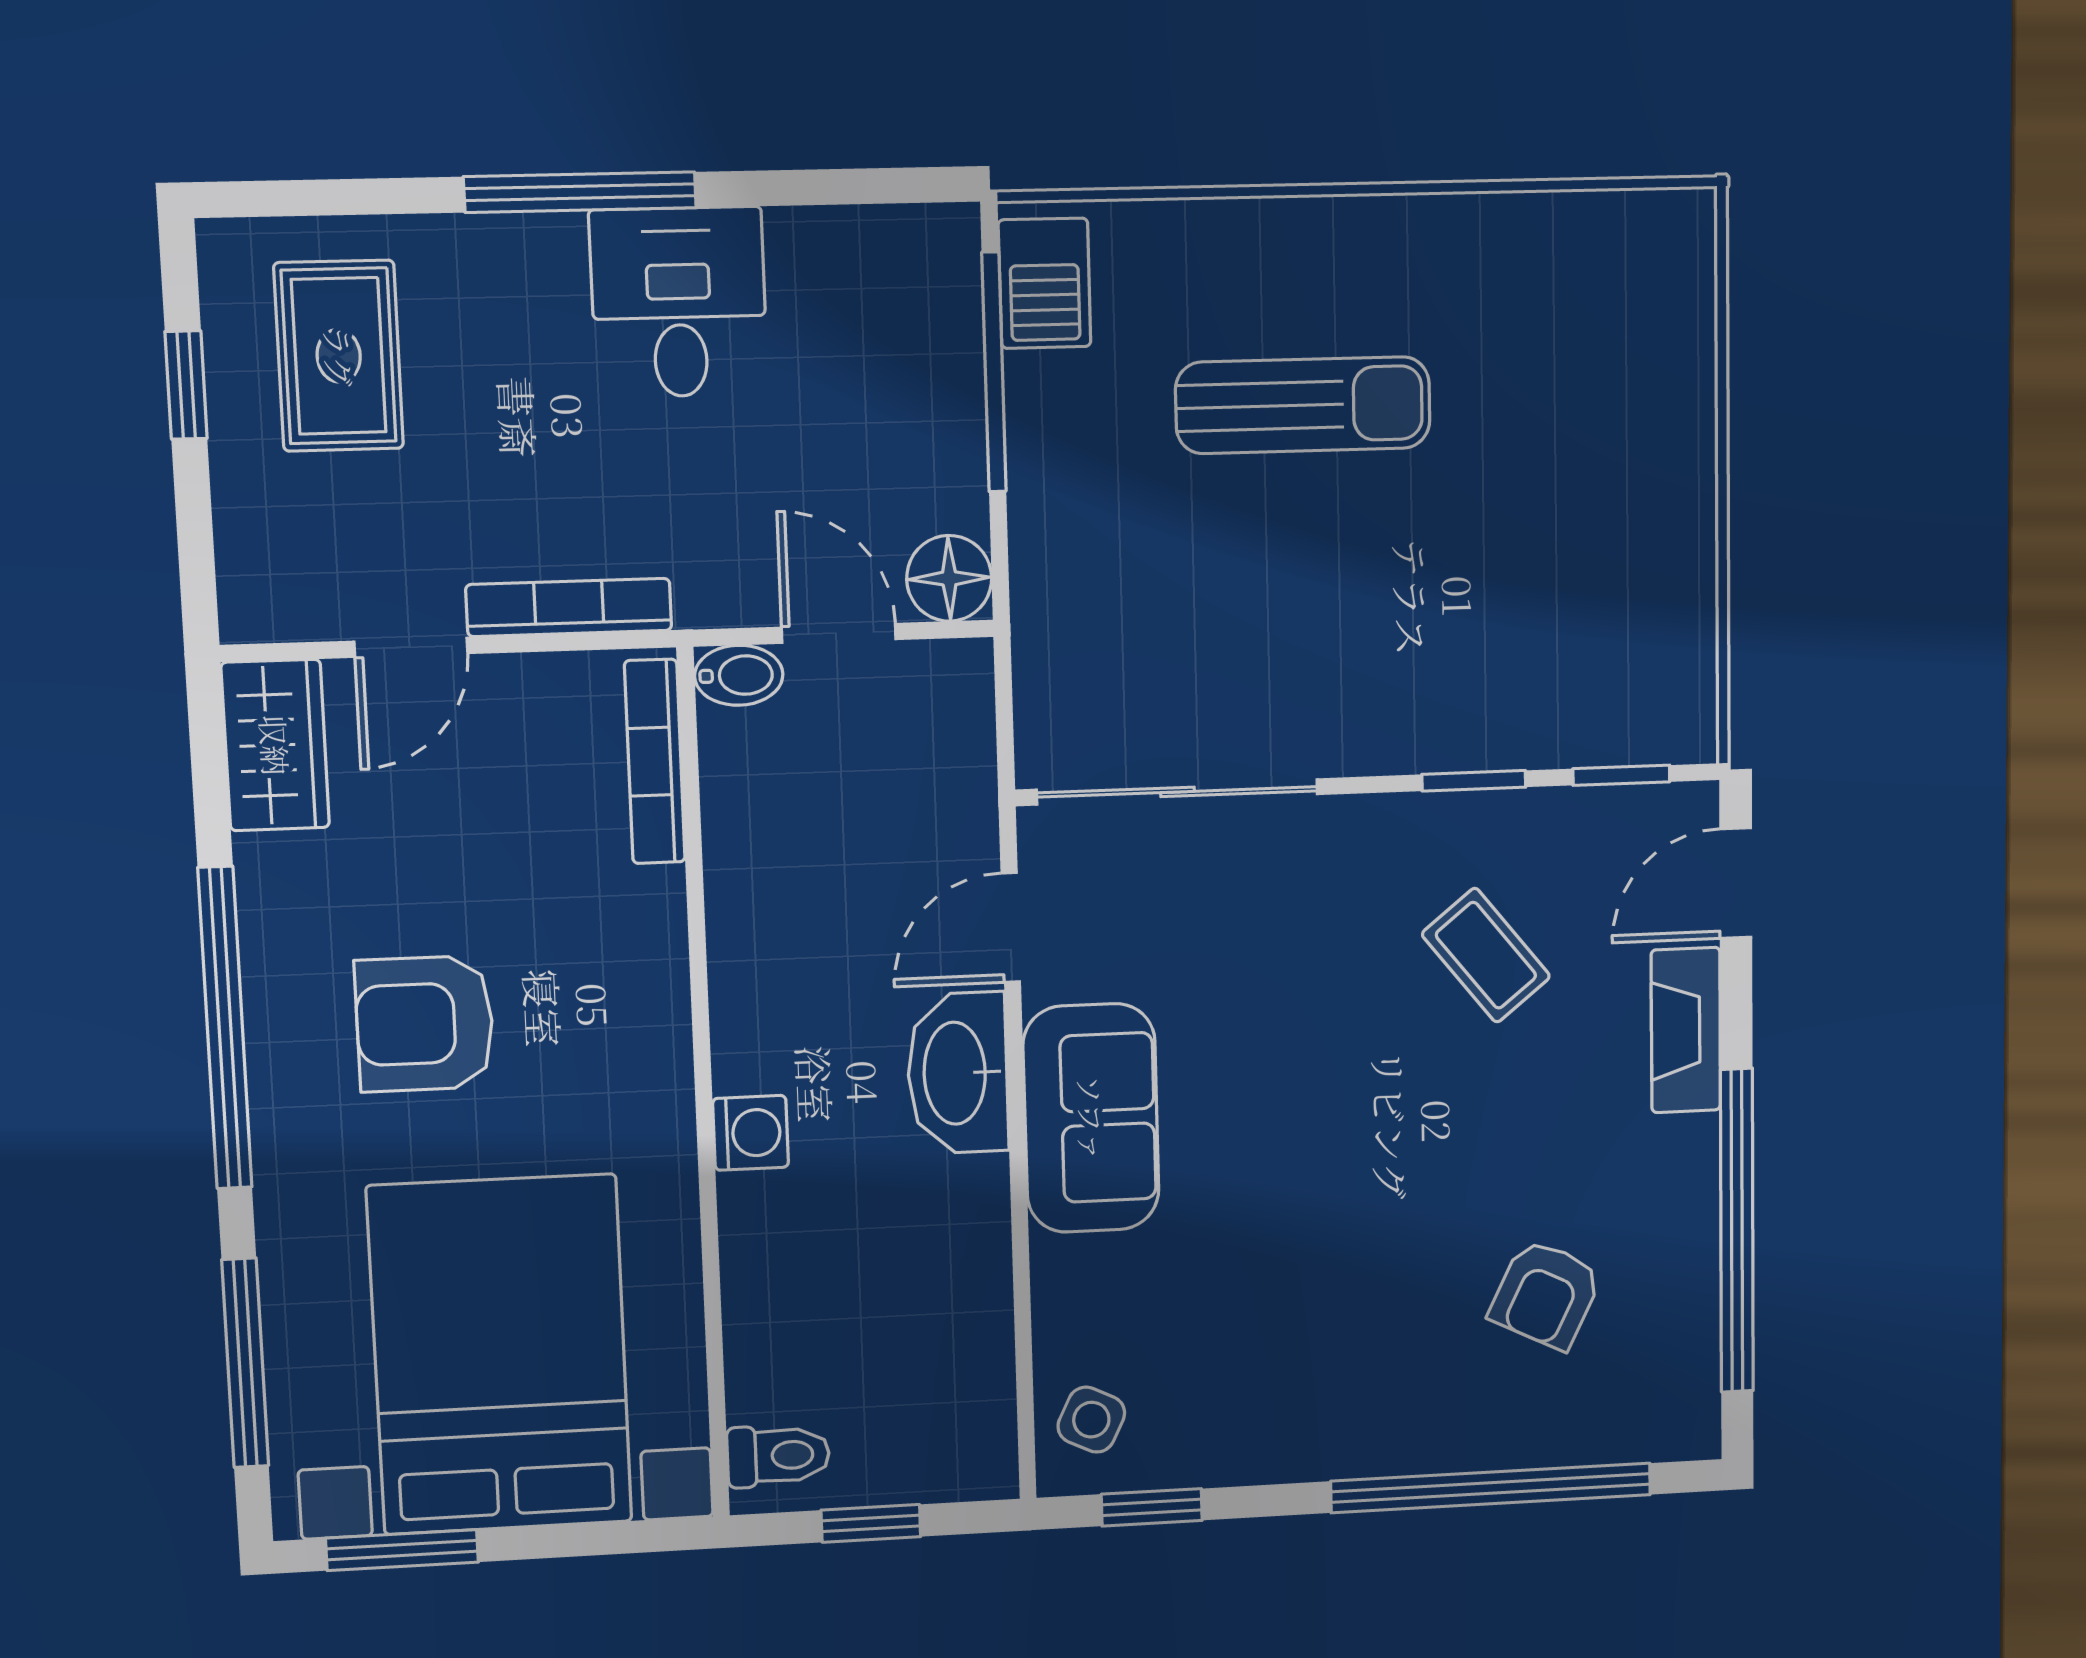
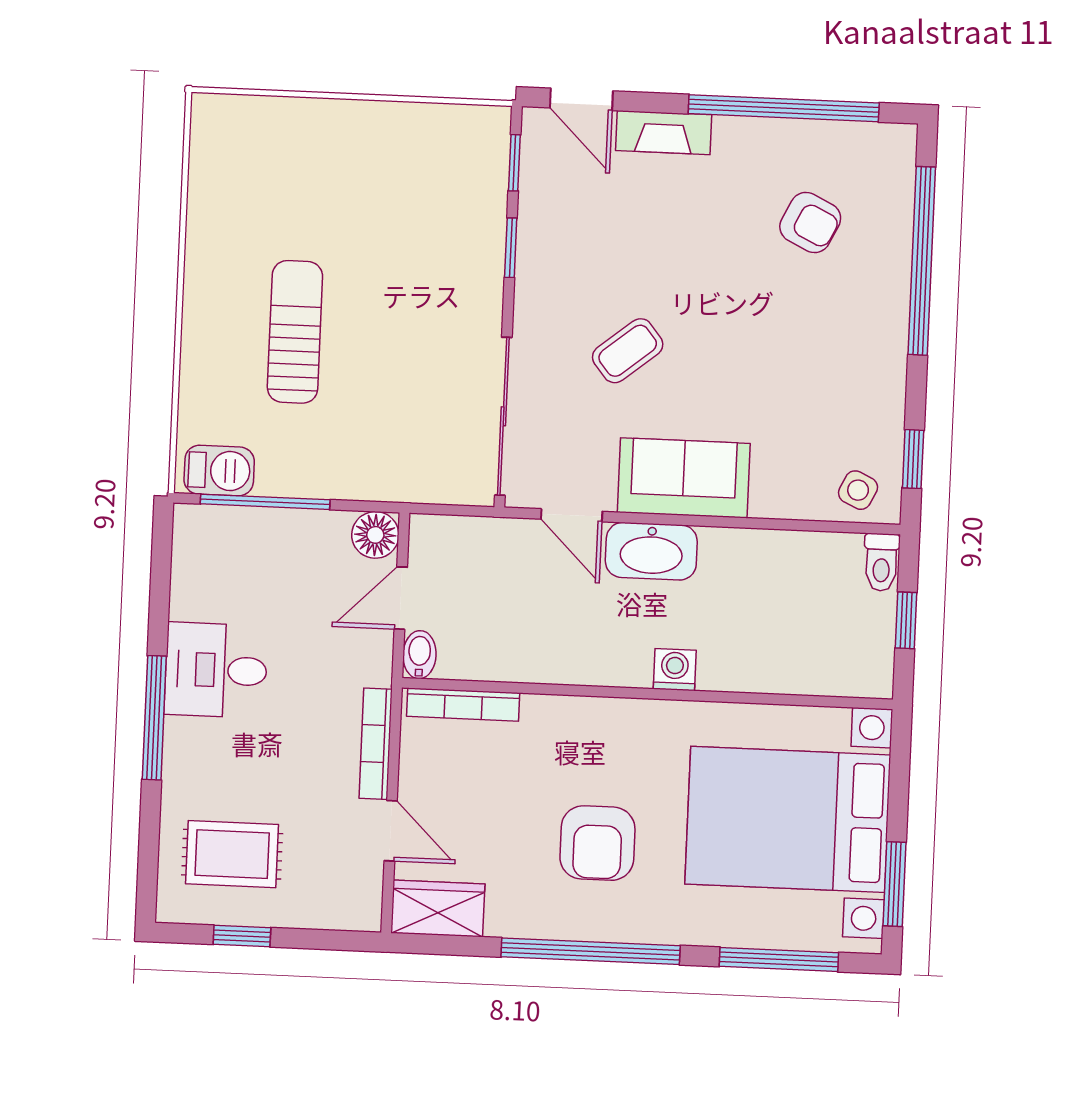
coffee table: (1486, 955) -> (628, 351), moved
toilet: (778, 1456) -> (881, 562), moved, turned 180

